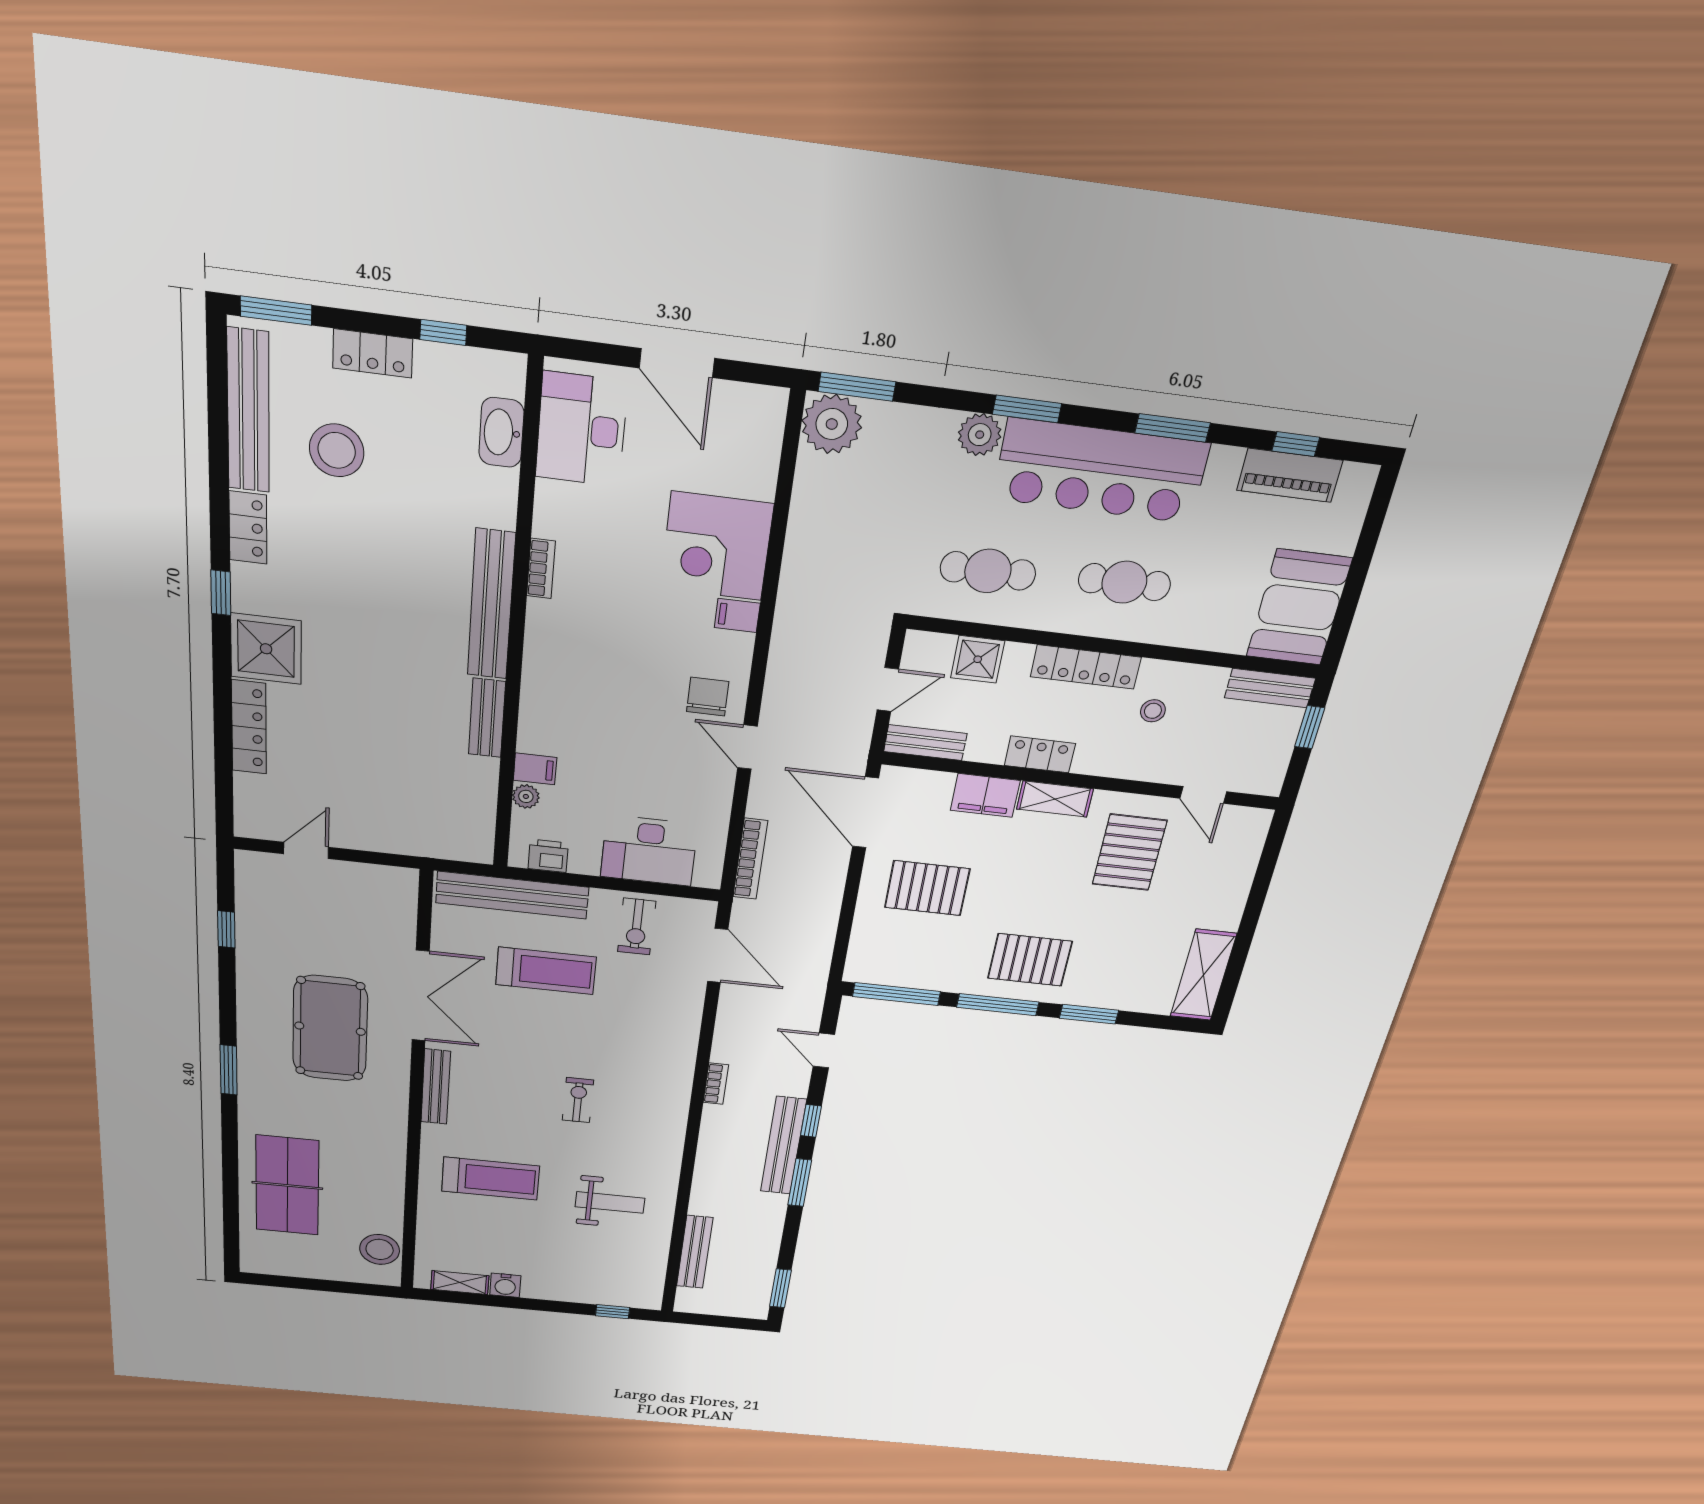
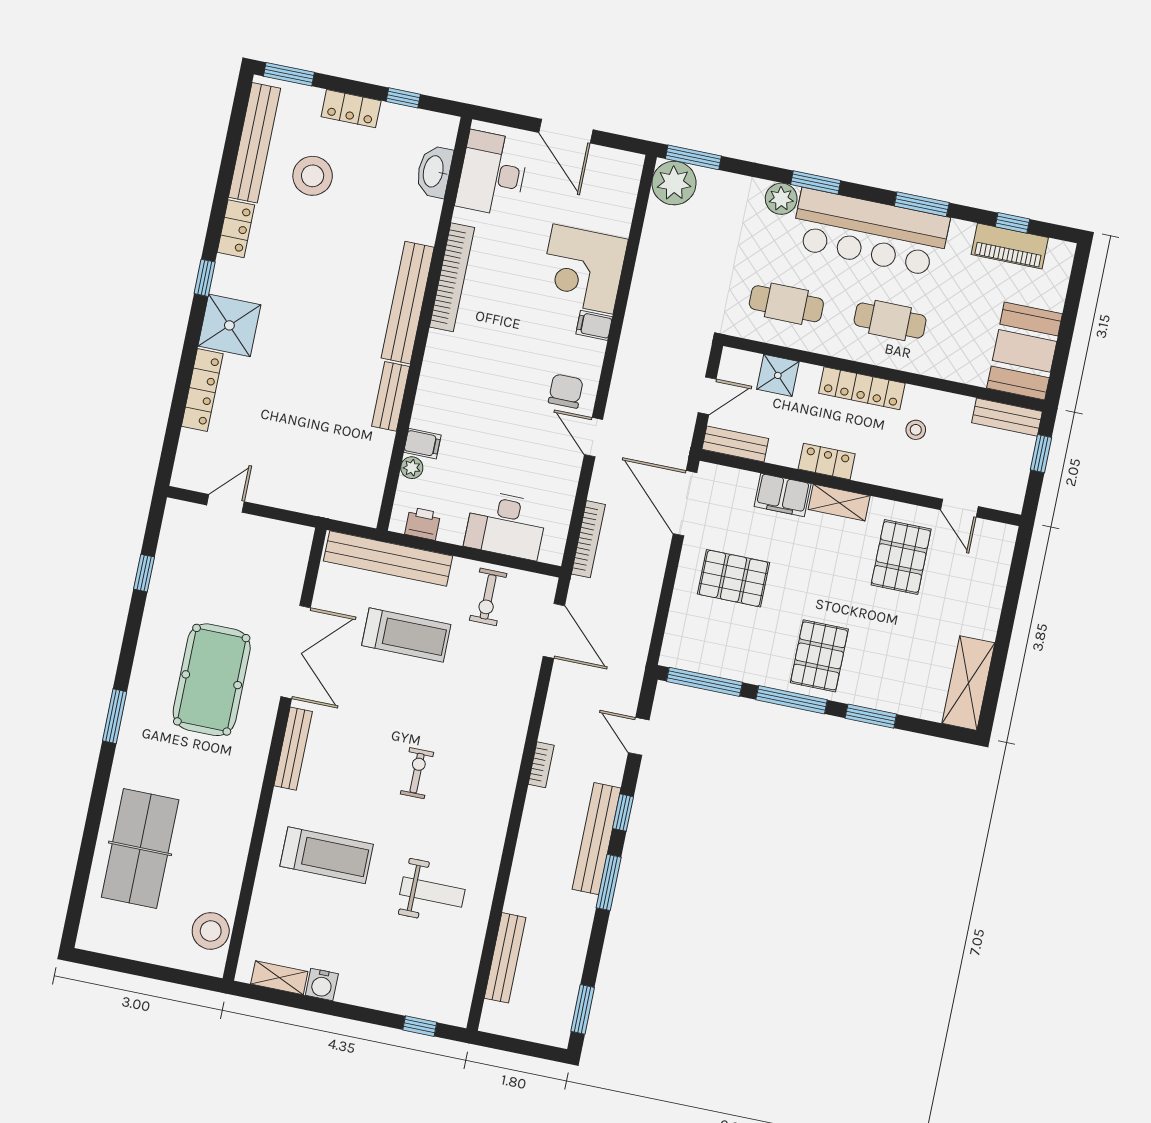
bookcase: (541, 568) -> (452, 277), width x2.31, depth x1.31
pallet: (1030, 960) -> (819, 656), turned 90

